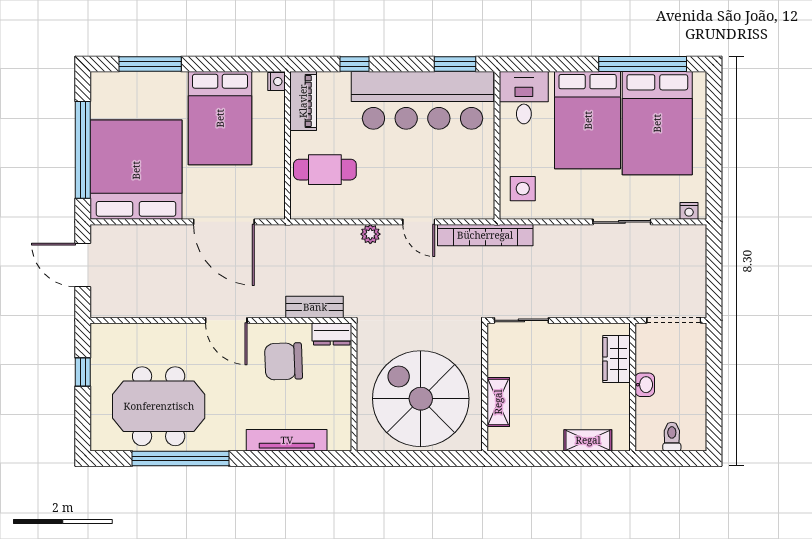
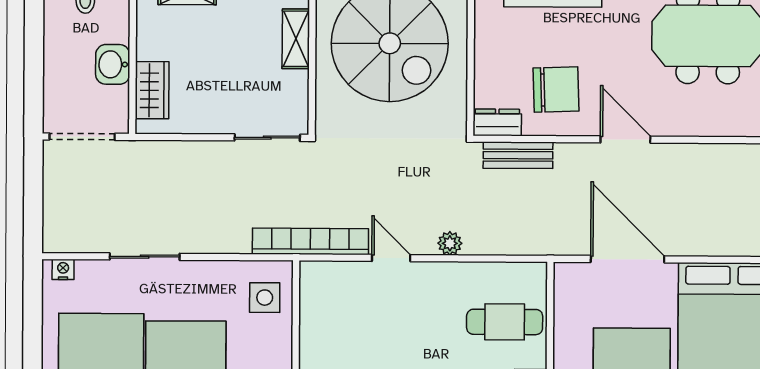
washbasin: (645, 385) -> (113, 64), width x1.38, depth x1.45

